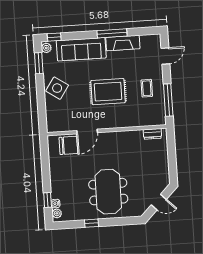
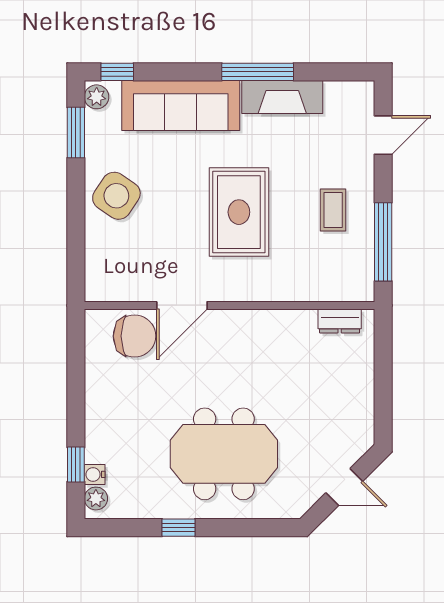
rug: (108, 92) -> (239, 212), turned 90
meeting table: (108, 192) -> (224, 454), turned 90

